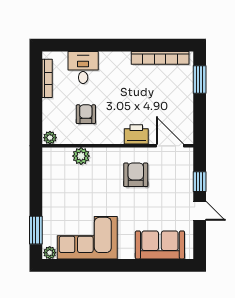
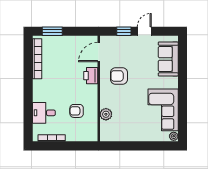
plant: (50, 138) -> (93, 136), removed
window: (36, 230) -> (158, 146), removed

